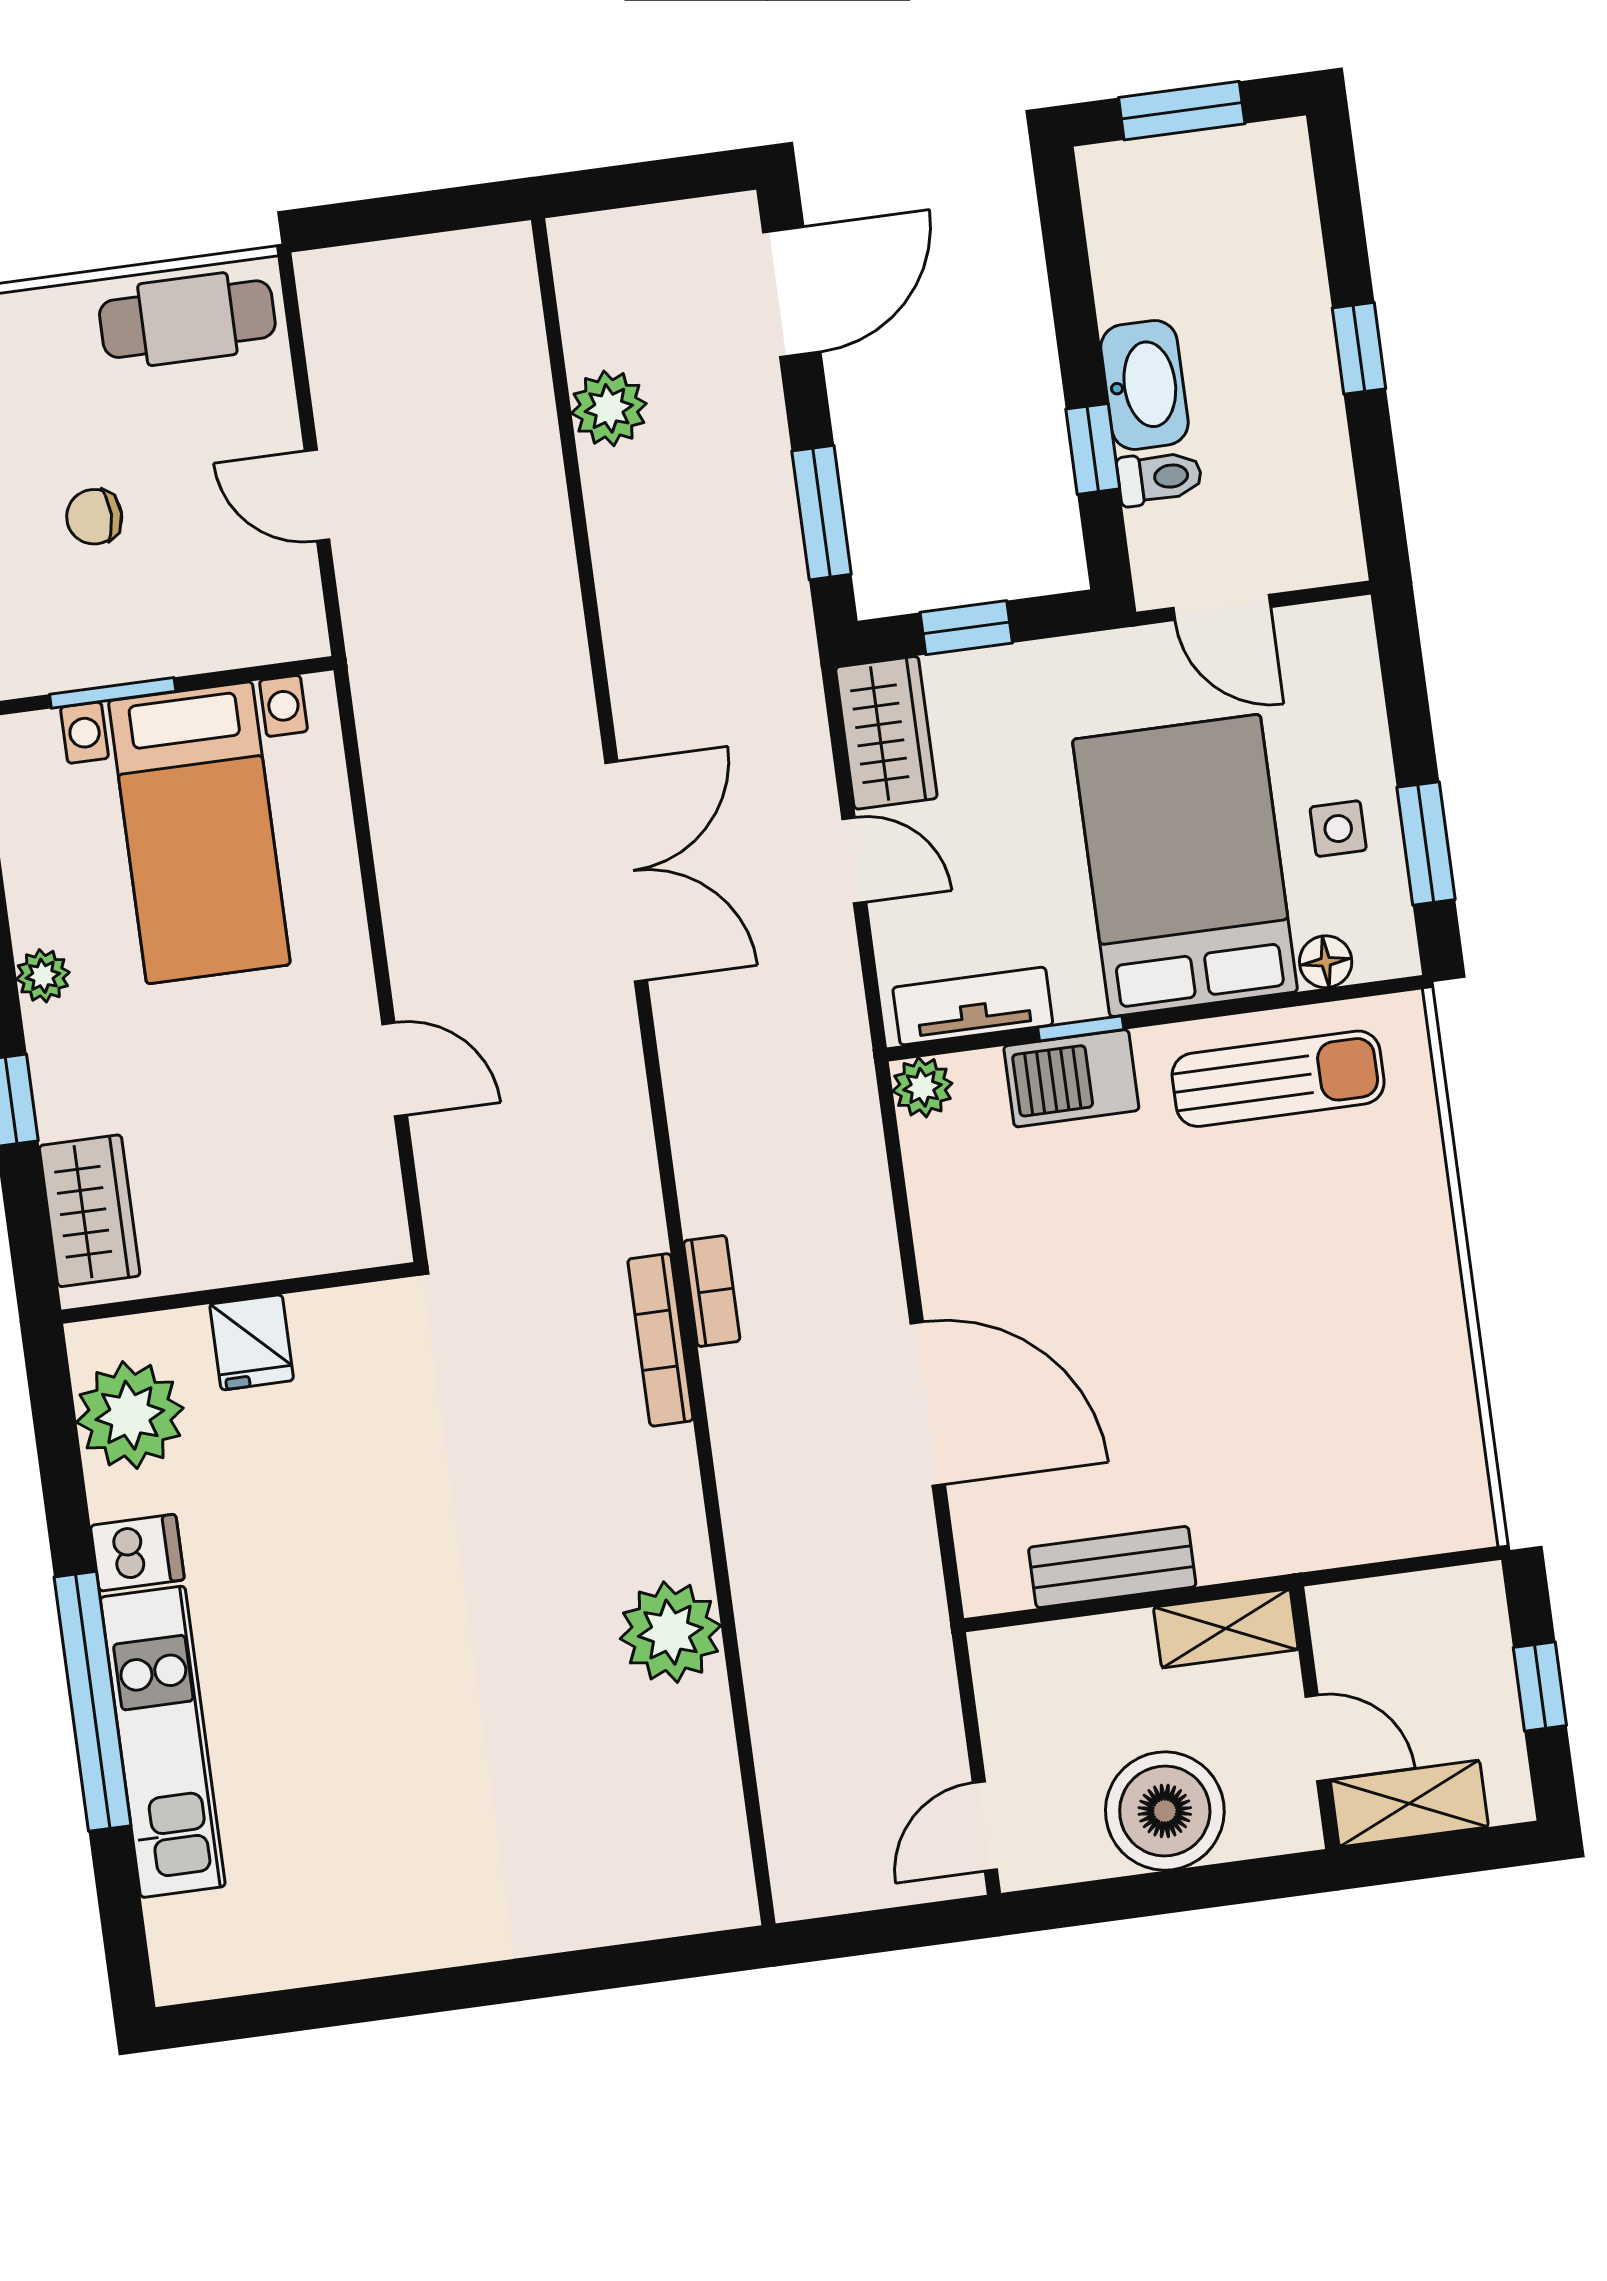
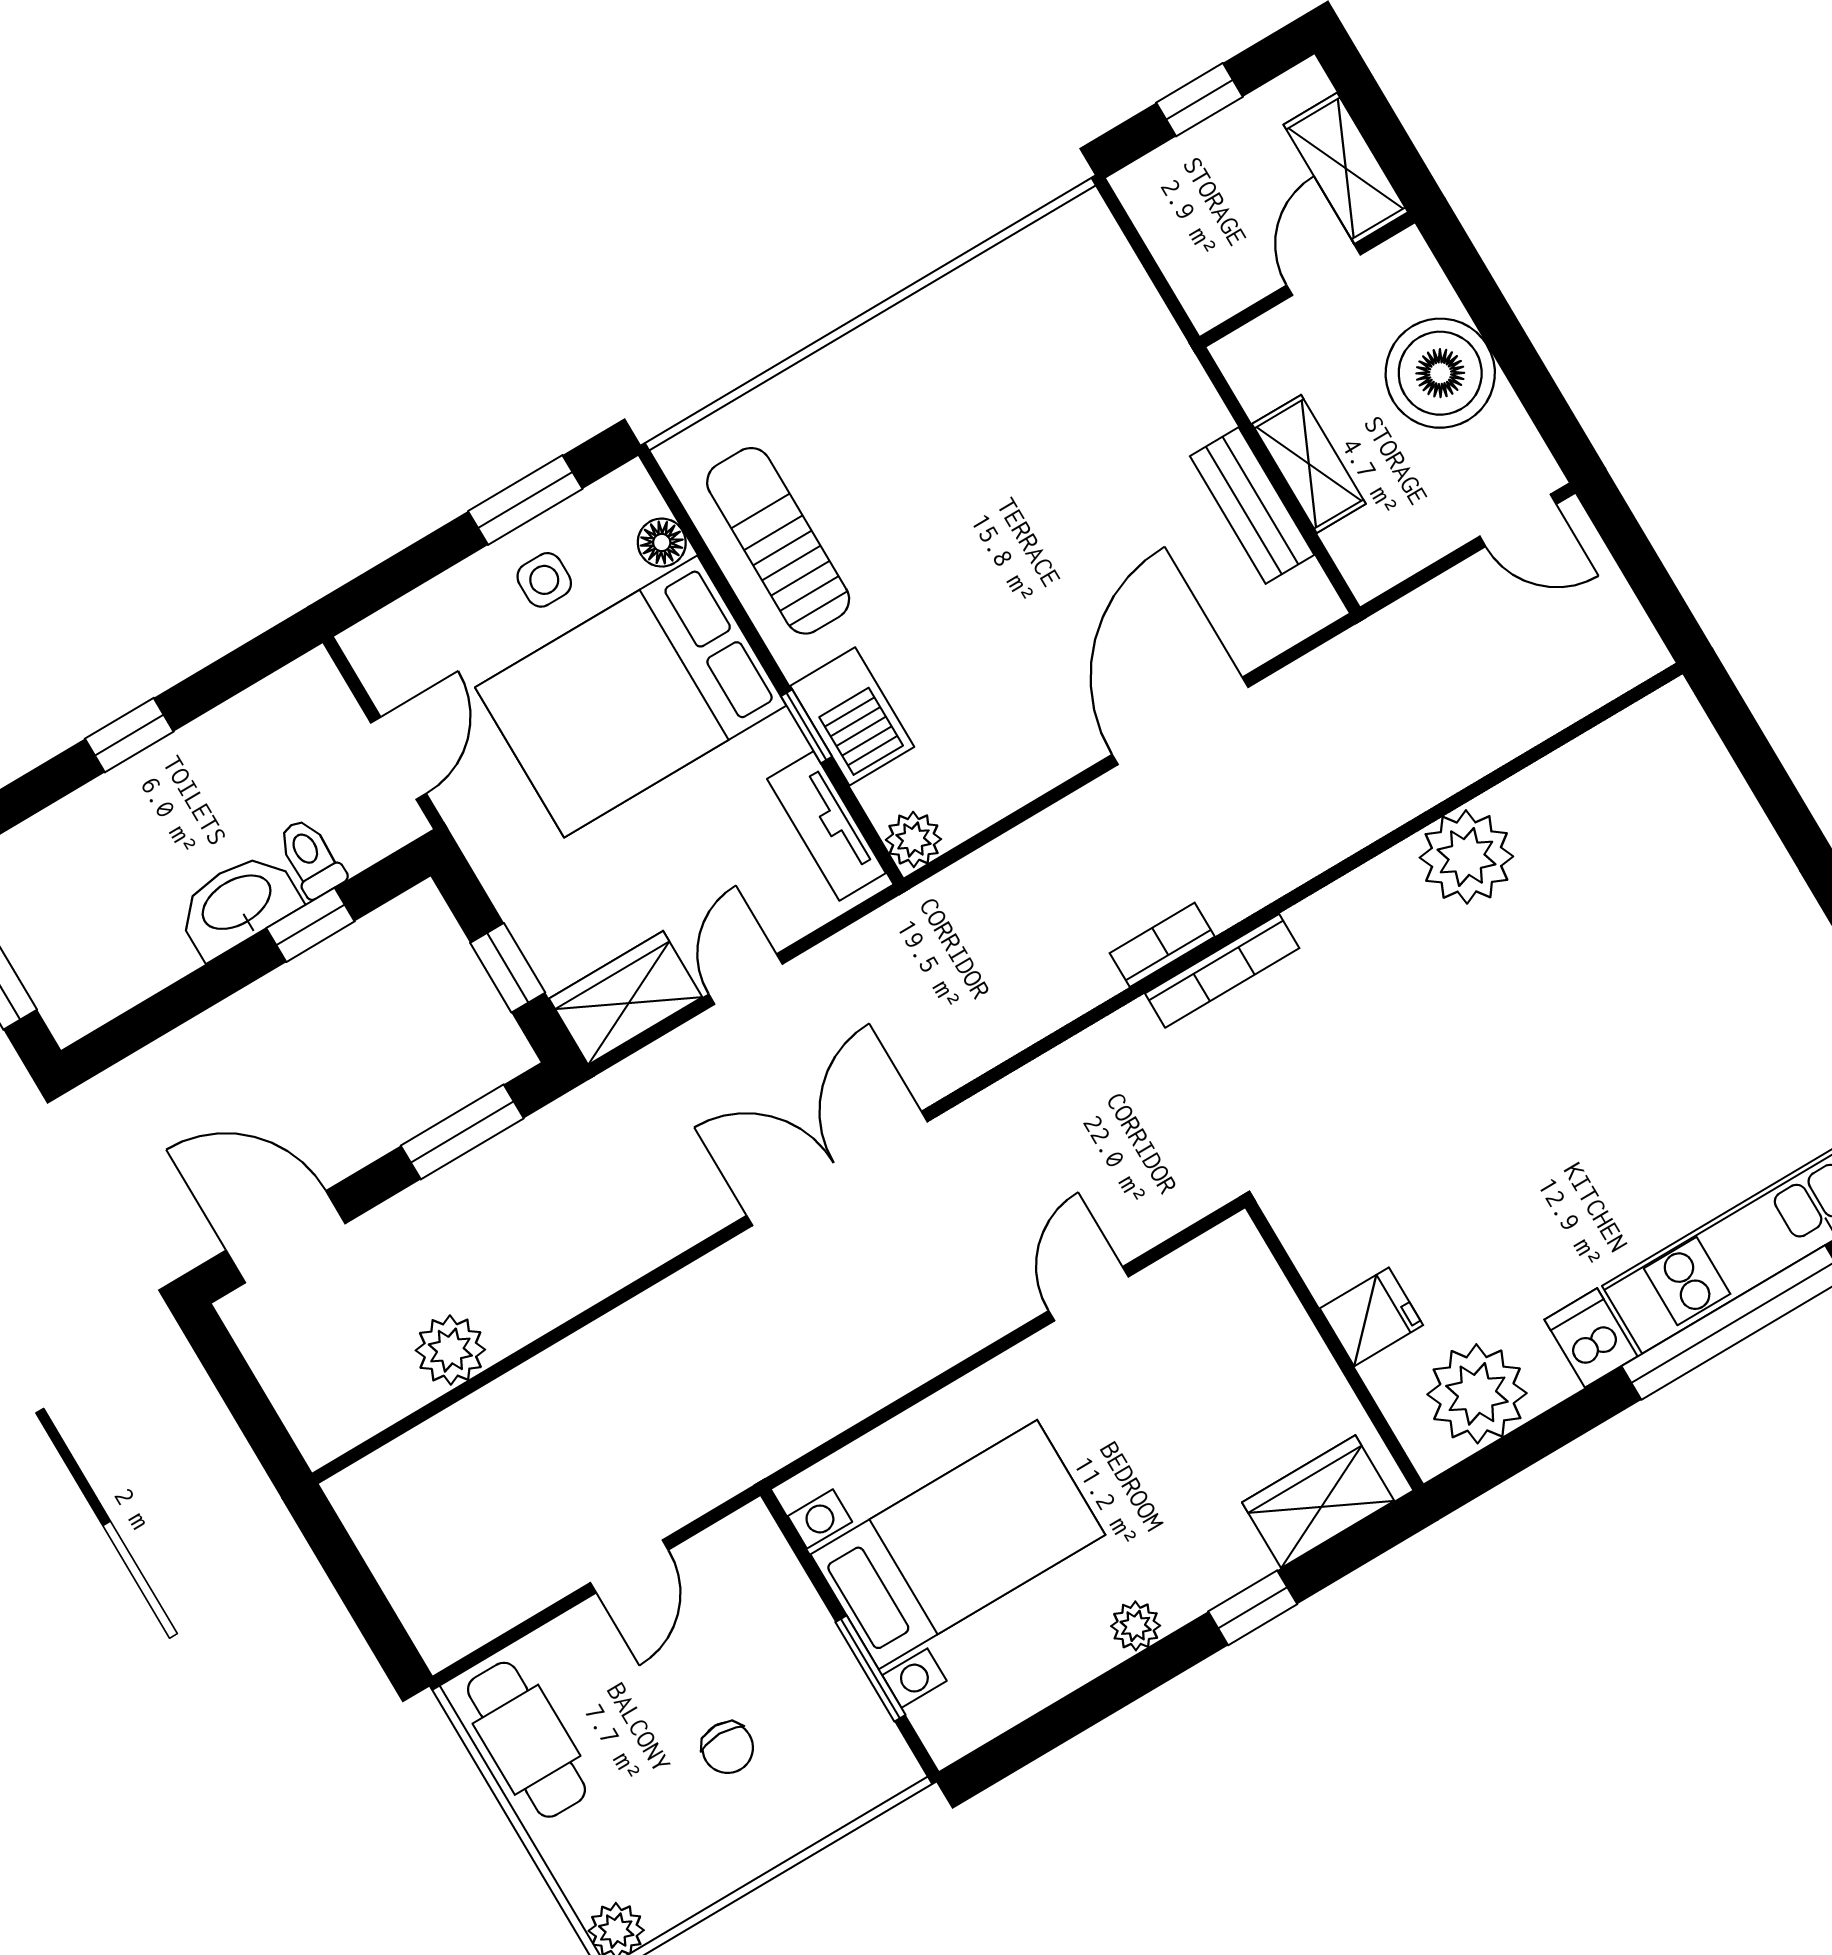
shelving: (1226, 1628) -> (1309, 464), moved

